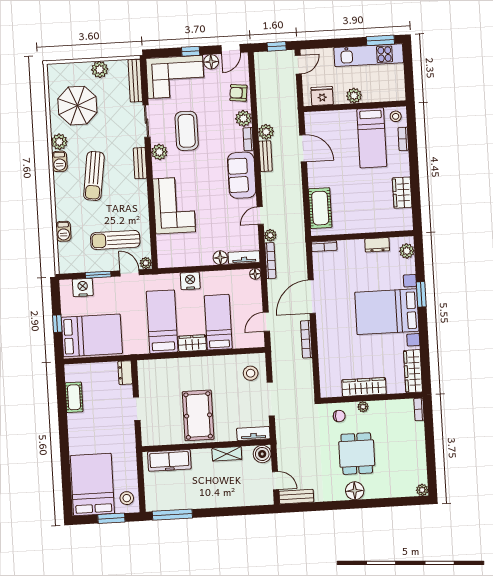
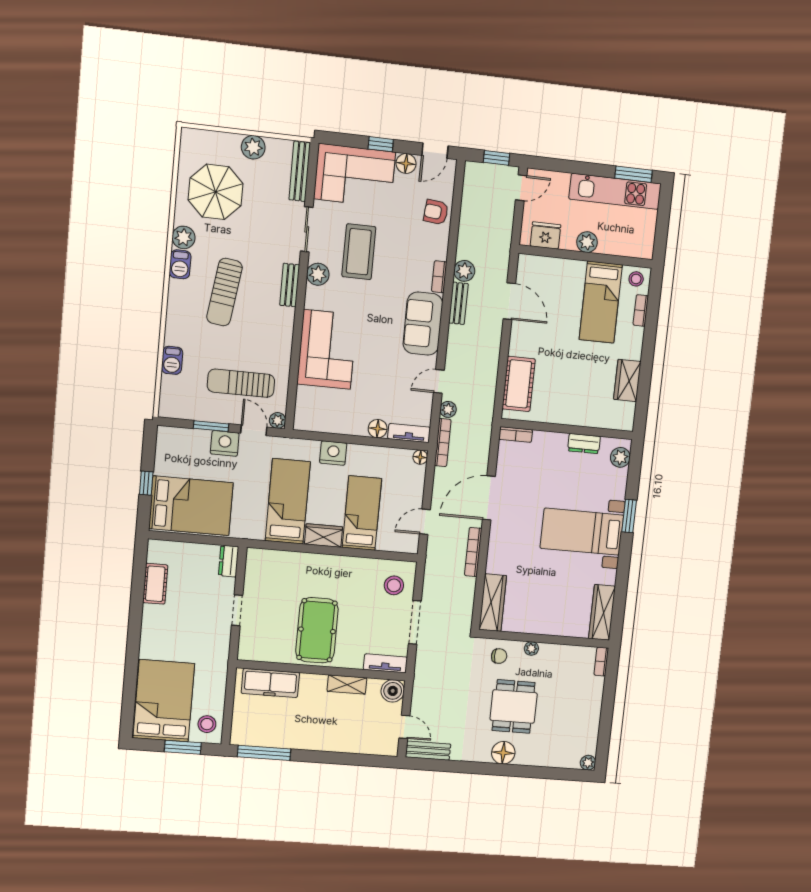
plant: (243, 118) -> (437, 248), removed
nightstand: (83, 287) -> (225, 443), moved
bed with nightstands: (387, 312) -> (582, 532), width x0.73
wardrobe: (364, 387) -> (493, 603), moved, turned 90

